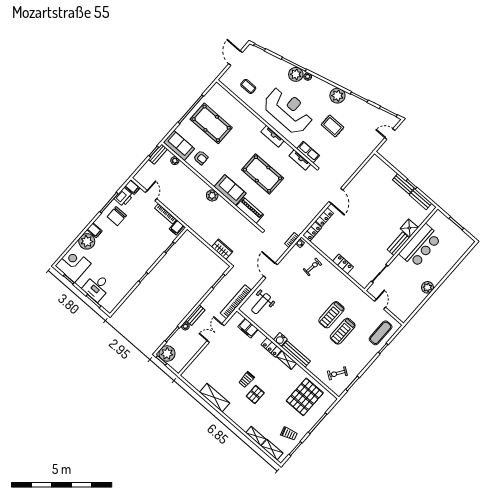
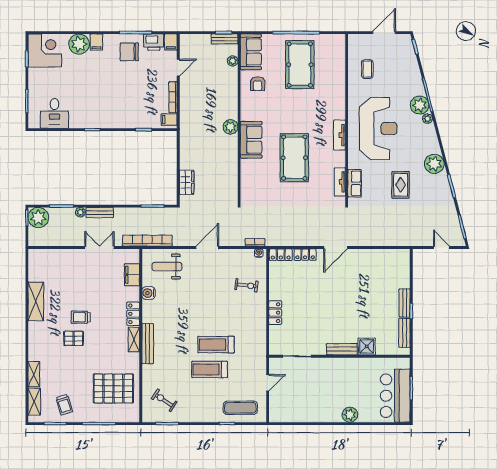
piano: (250, 210) -> (248, 176), removed
bar counter: (420, 246) -> (395, 396), moved, turned 90
desk: (97, 287) -> (54, 113), moved, turned -90
plant: (427, 287) -> (350, 415), moved
water cooler: (280, 340) -> (148, 293), moved

